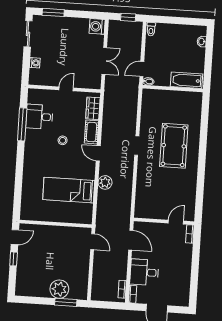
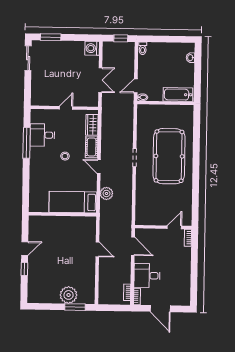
washing machine: (35, 63) -> (36, 85), removed
pool table: (174, 146) -> (169, 156), width x1.36, depth x1.32
wall: (56, 224) -> (63, 214), moved

